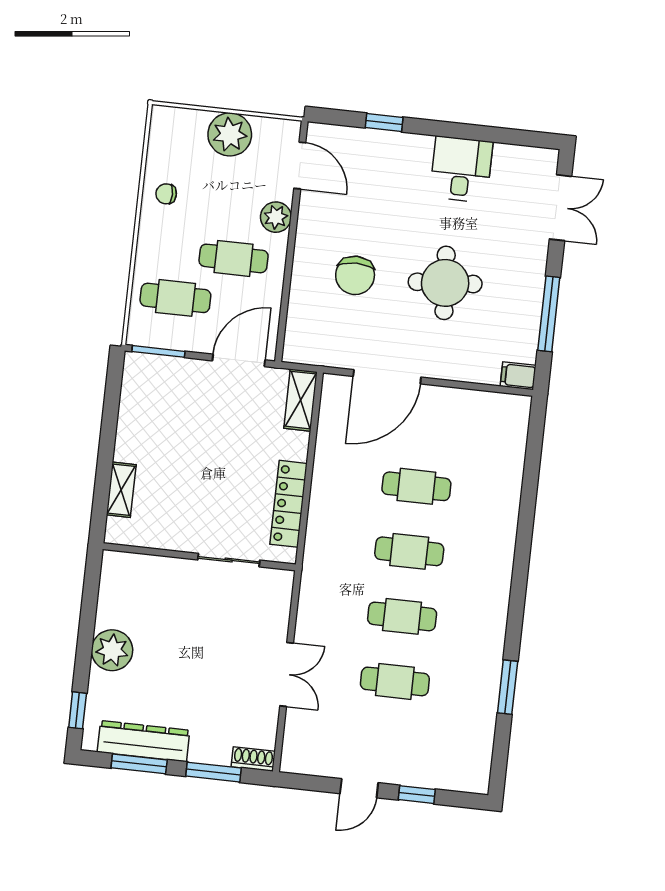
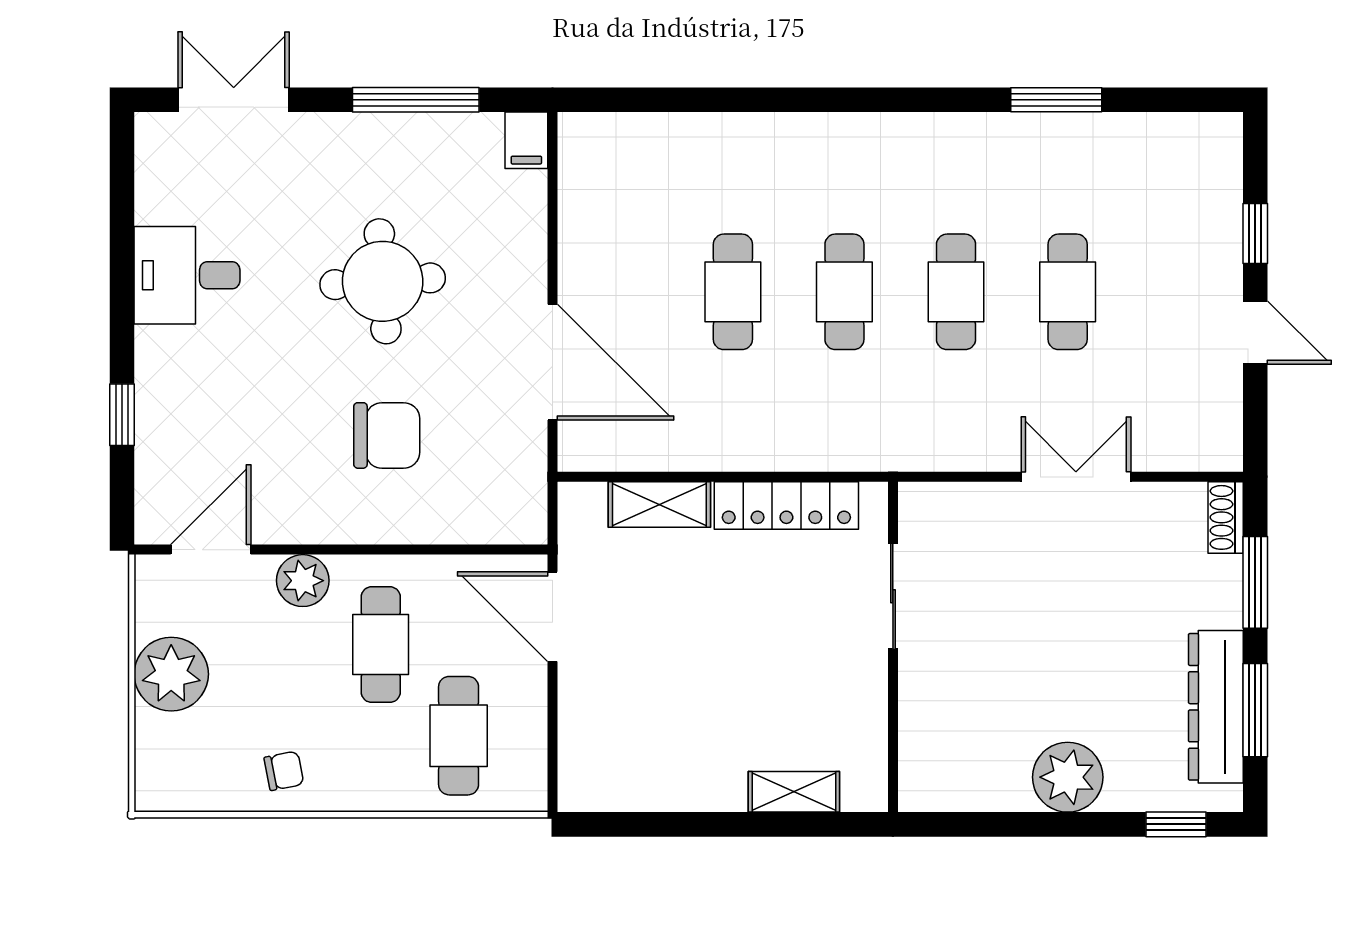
chair: (166, 194) -> (284, 771), turned -101
window: (158, 351) -> (552, 754), removed
shelving: (301, 400) -> (659, 504), moved

